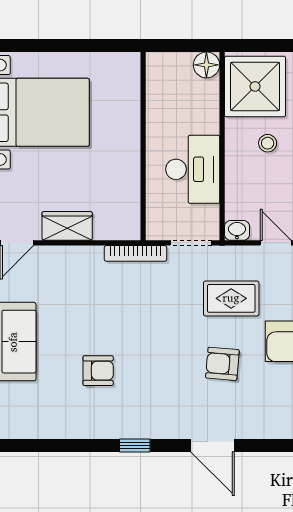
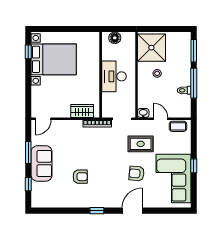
floor lamp: (206, 65) -> (115, 38), moved
desk: (193, 169) -> (114, 76), moved, turned 180
wardrobe: (67, 226) -> (82, 111), moved
door: (213, 445) -> (132, 211), swing flipped

